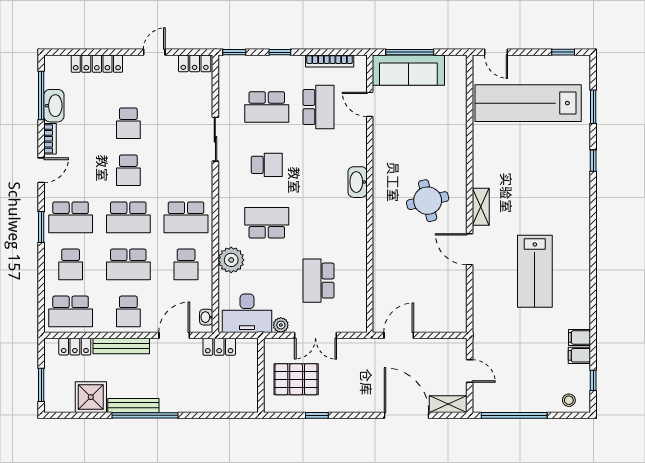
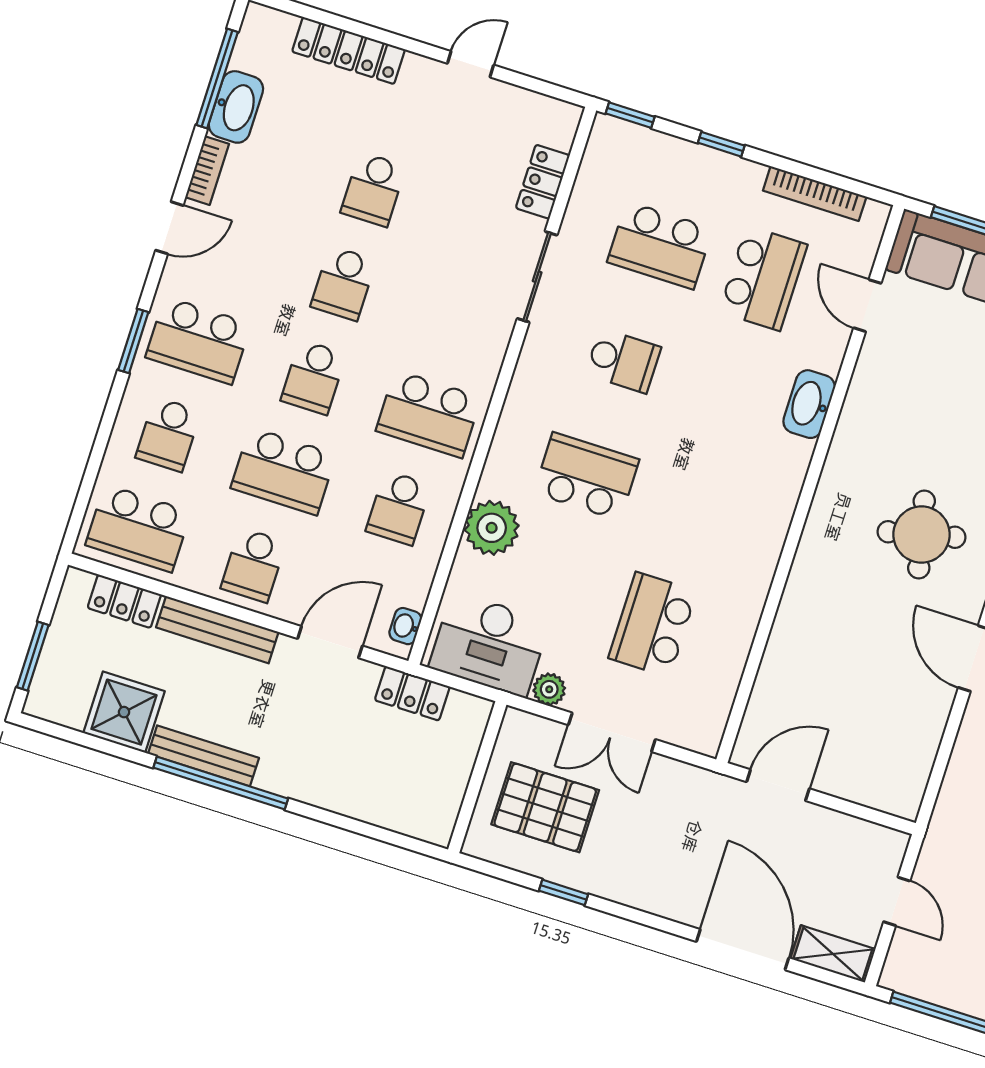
locker: (195, 63) -> (543, 182), moved, turned 90
washbasin: (358, 182) -> (809, 404), moved
school desk: (128, 217) -> (313, 377), width x0.54

